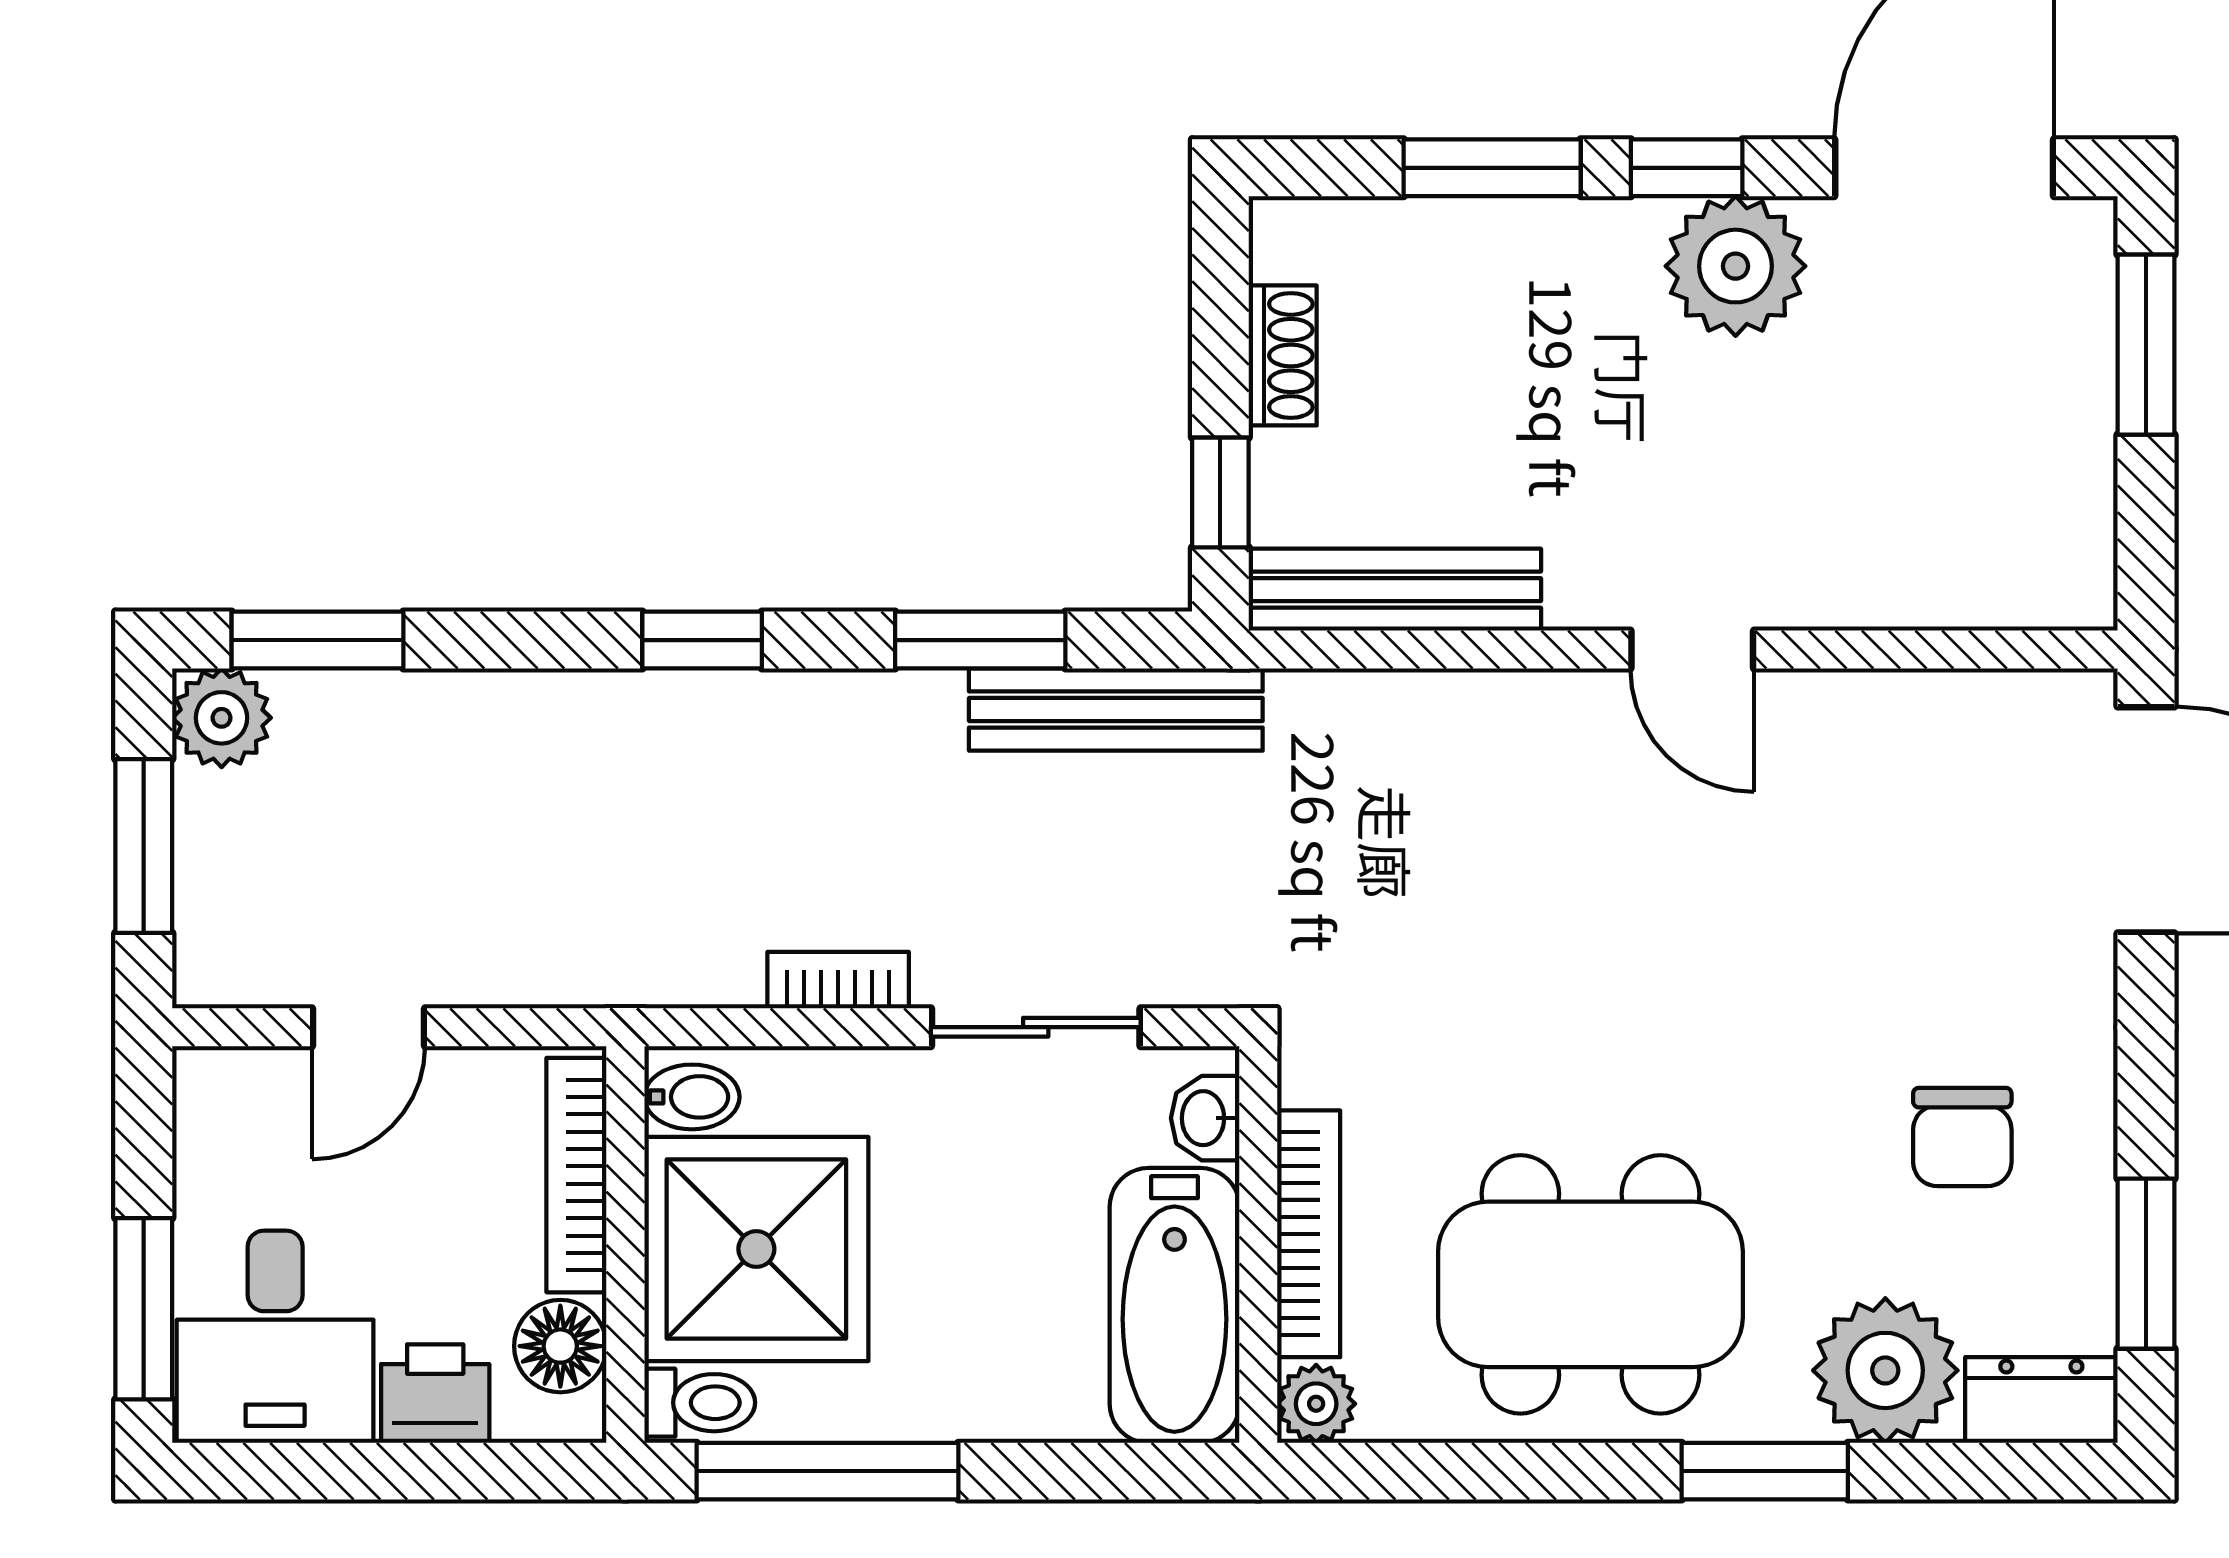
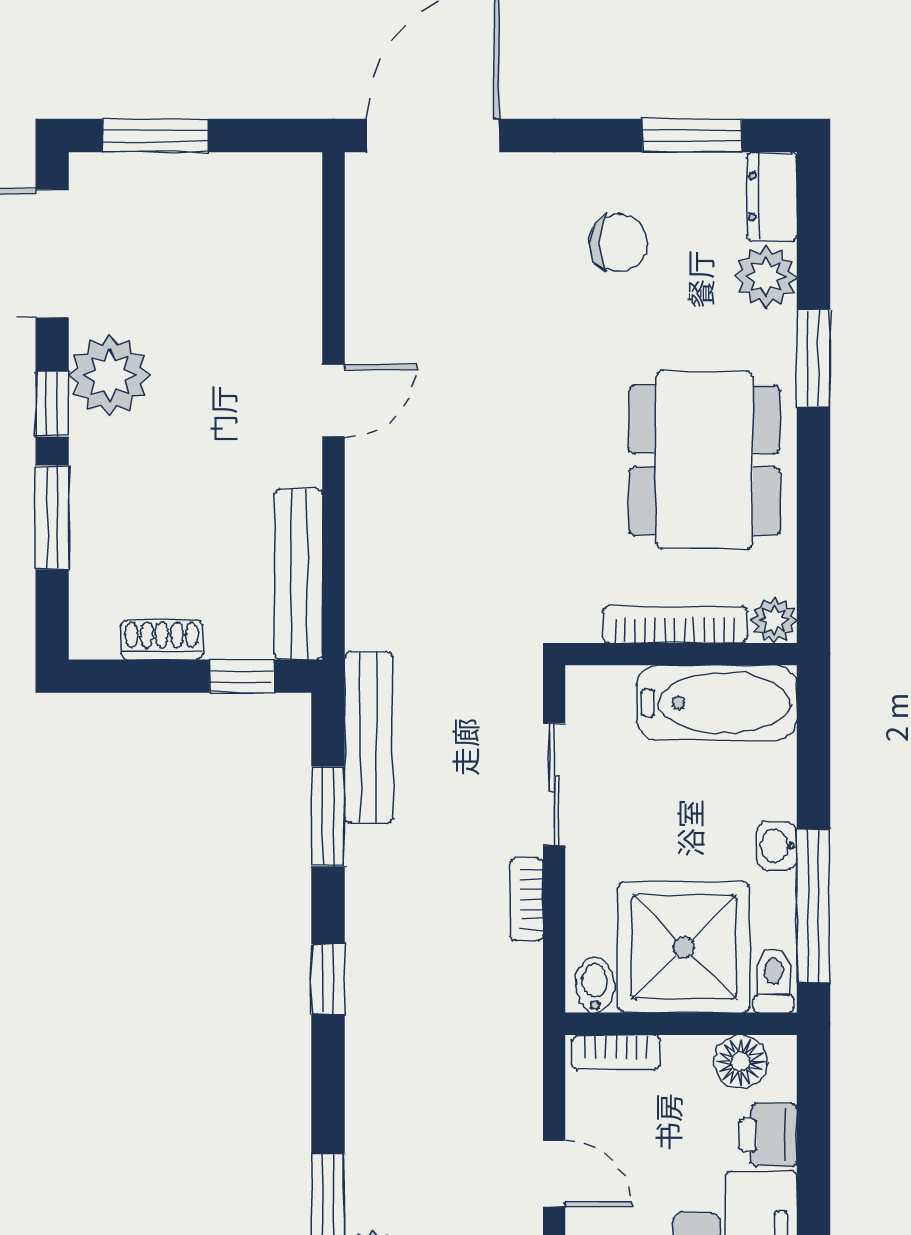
washbasin: (1205, 1118) -> (777, 846), moved, turned 90
bookcase: (576, 1175) -> (616, 1052), width x0.64
plant: (1885, 1370) -> (766, 277), width x0.73, depth x0.73

